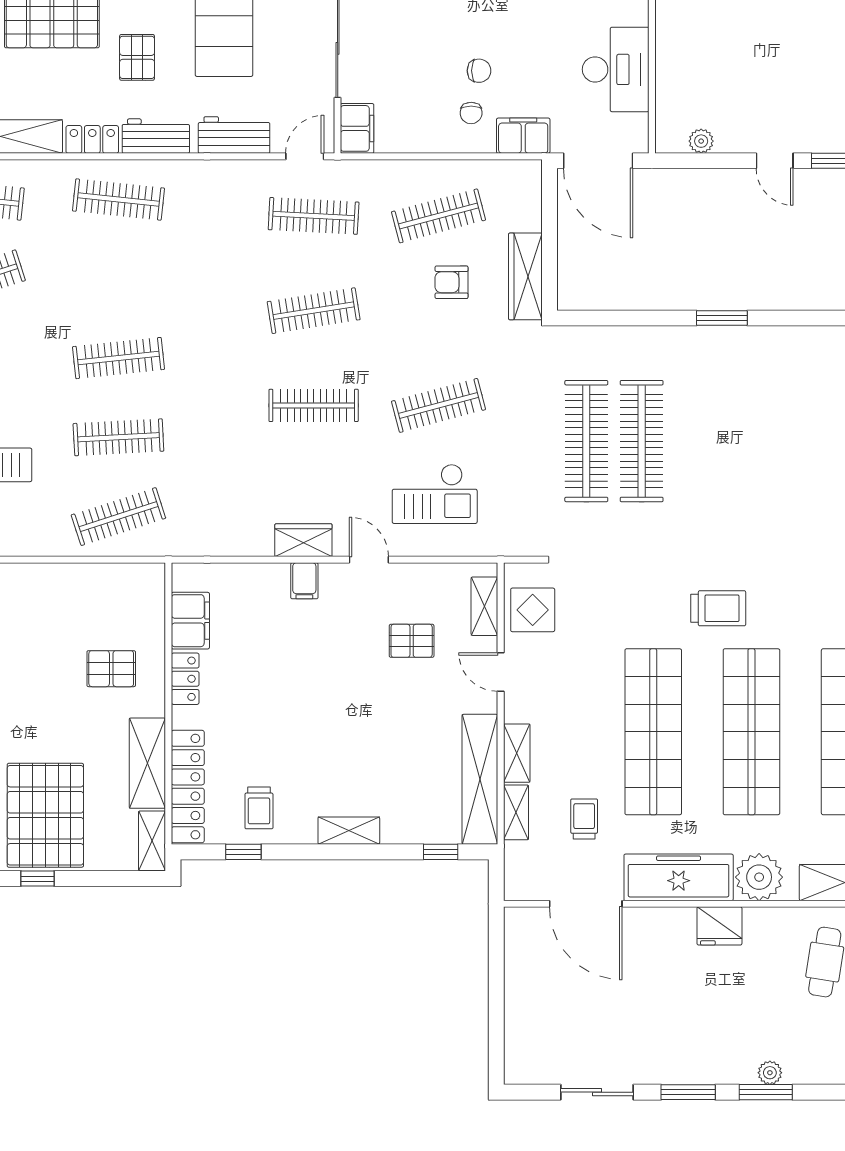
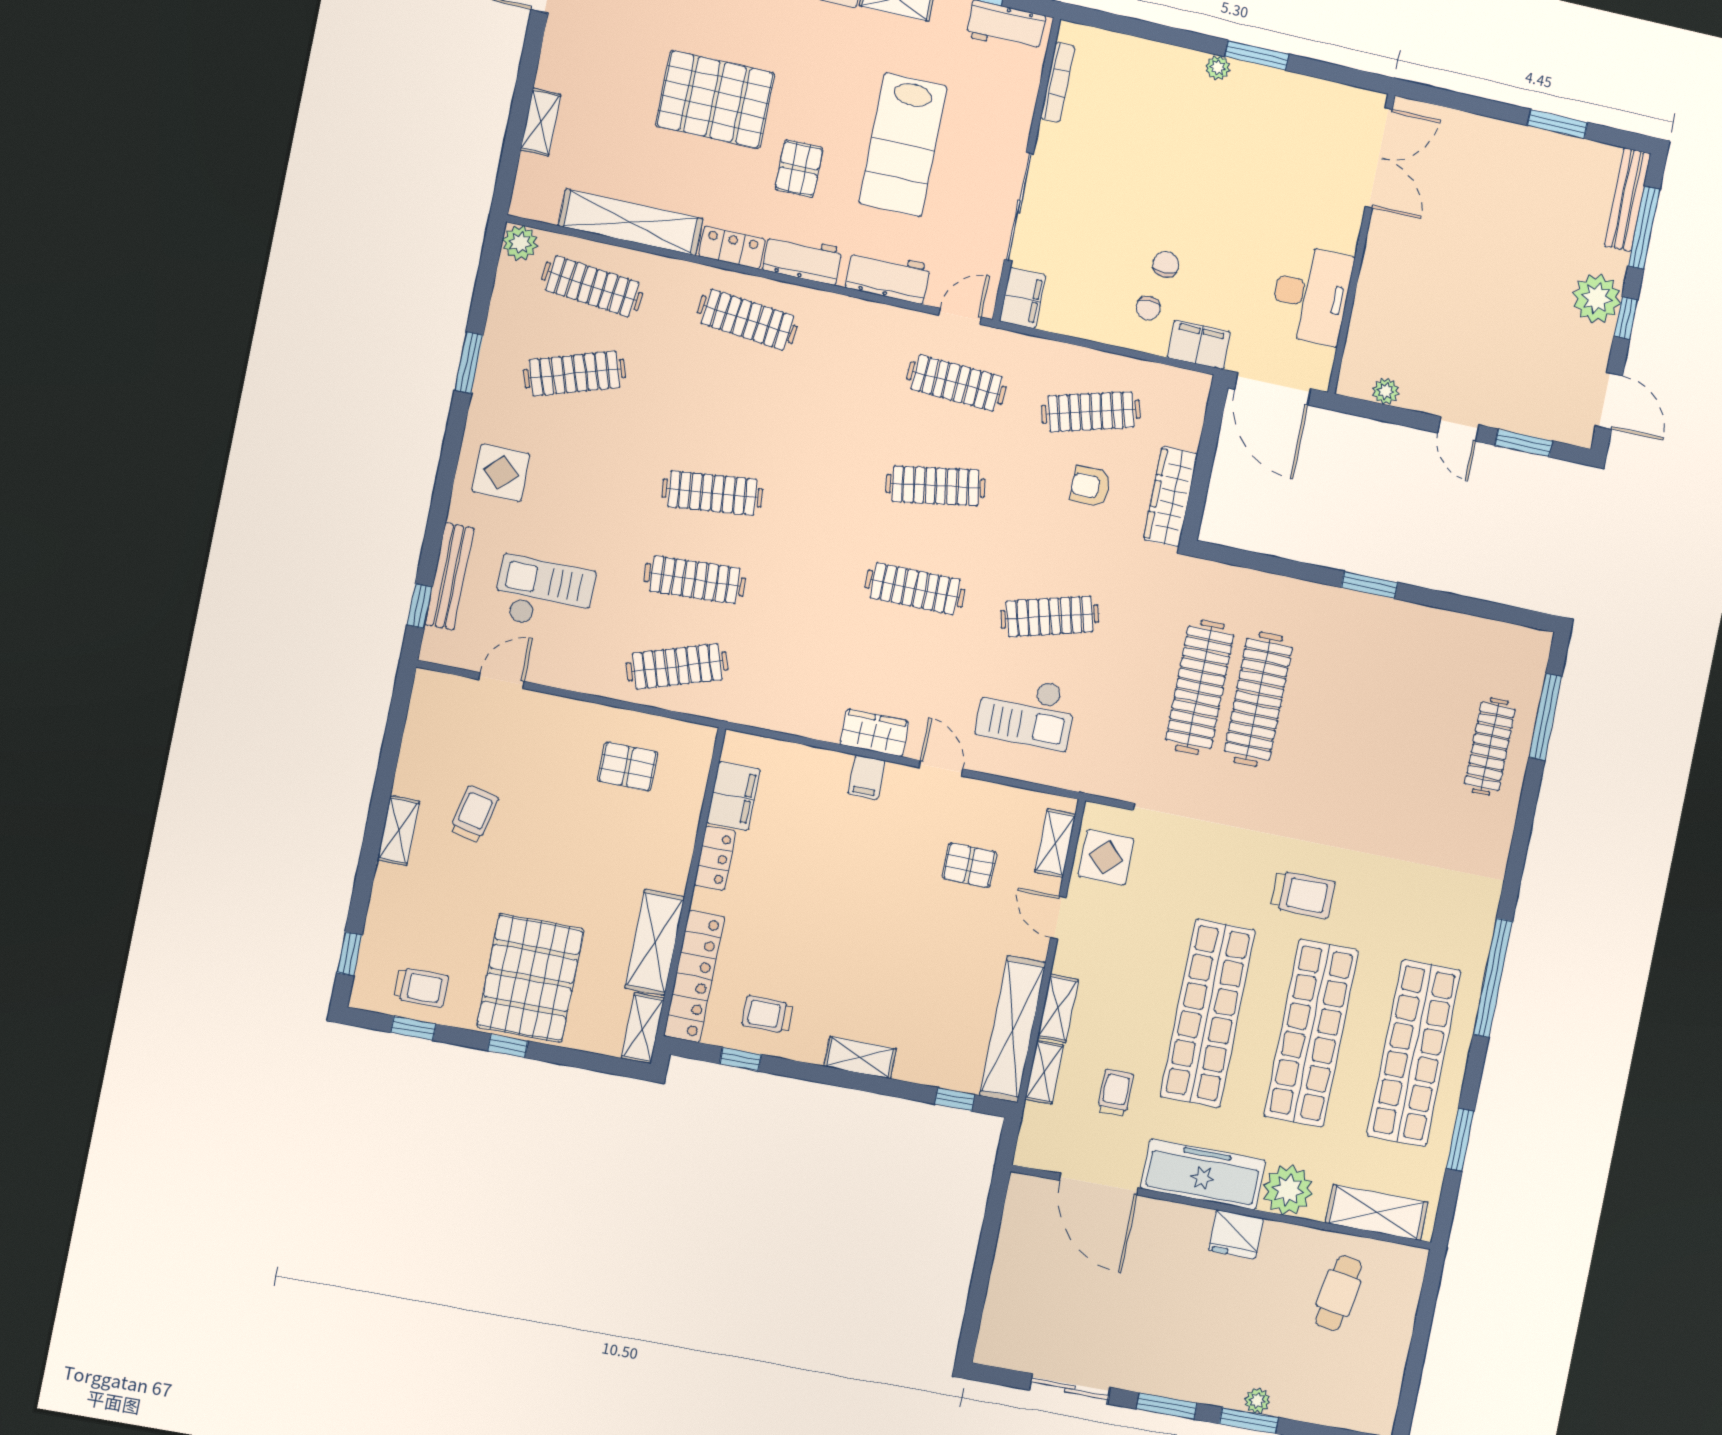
chair: (479, 71) -> (1166, 264), turned -90
pallet: (111, 669) -> (628, 766), moved
trolley: (259, 808) -> (767, 1015), turned 90

